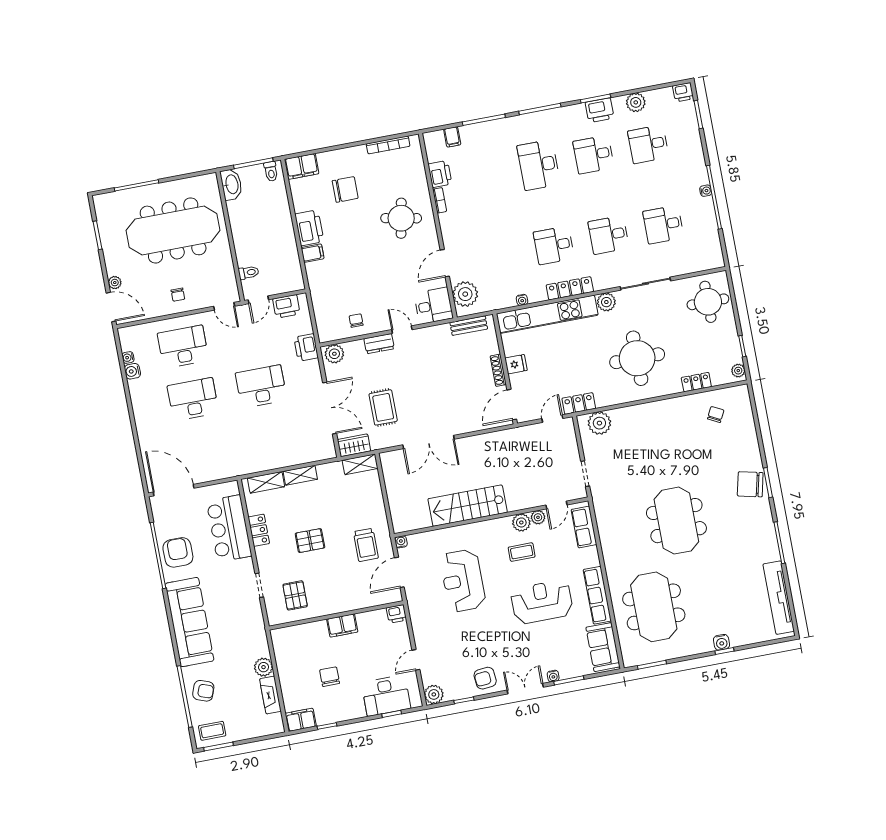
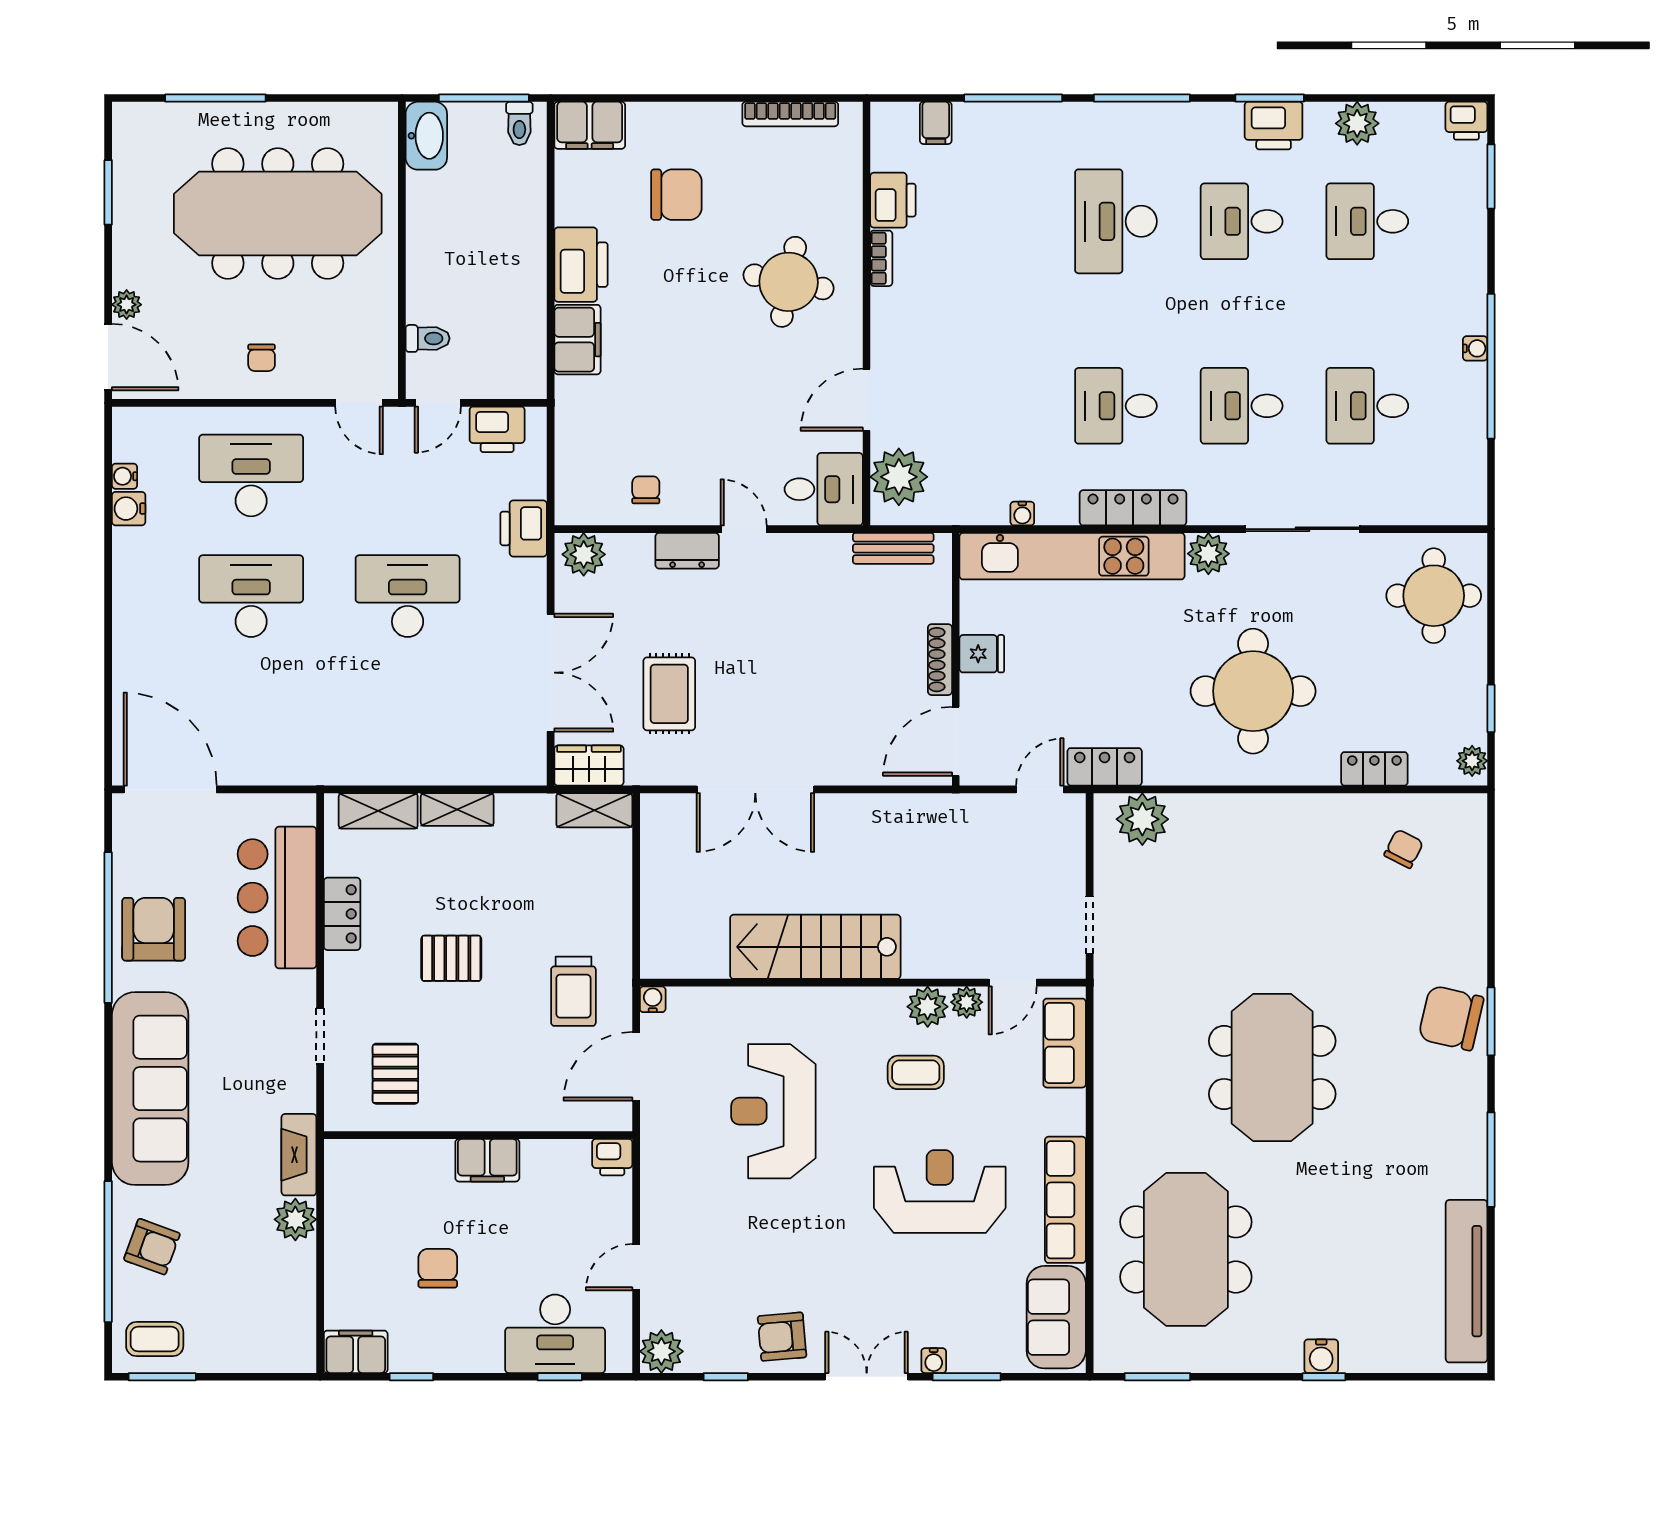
filing cabinet: (313, 253) -> (577, 340), width x2.00
fireplace: (270, 695) -> (299, 1155), moved

